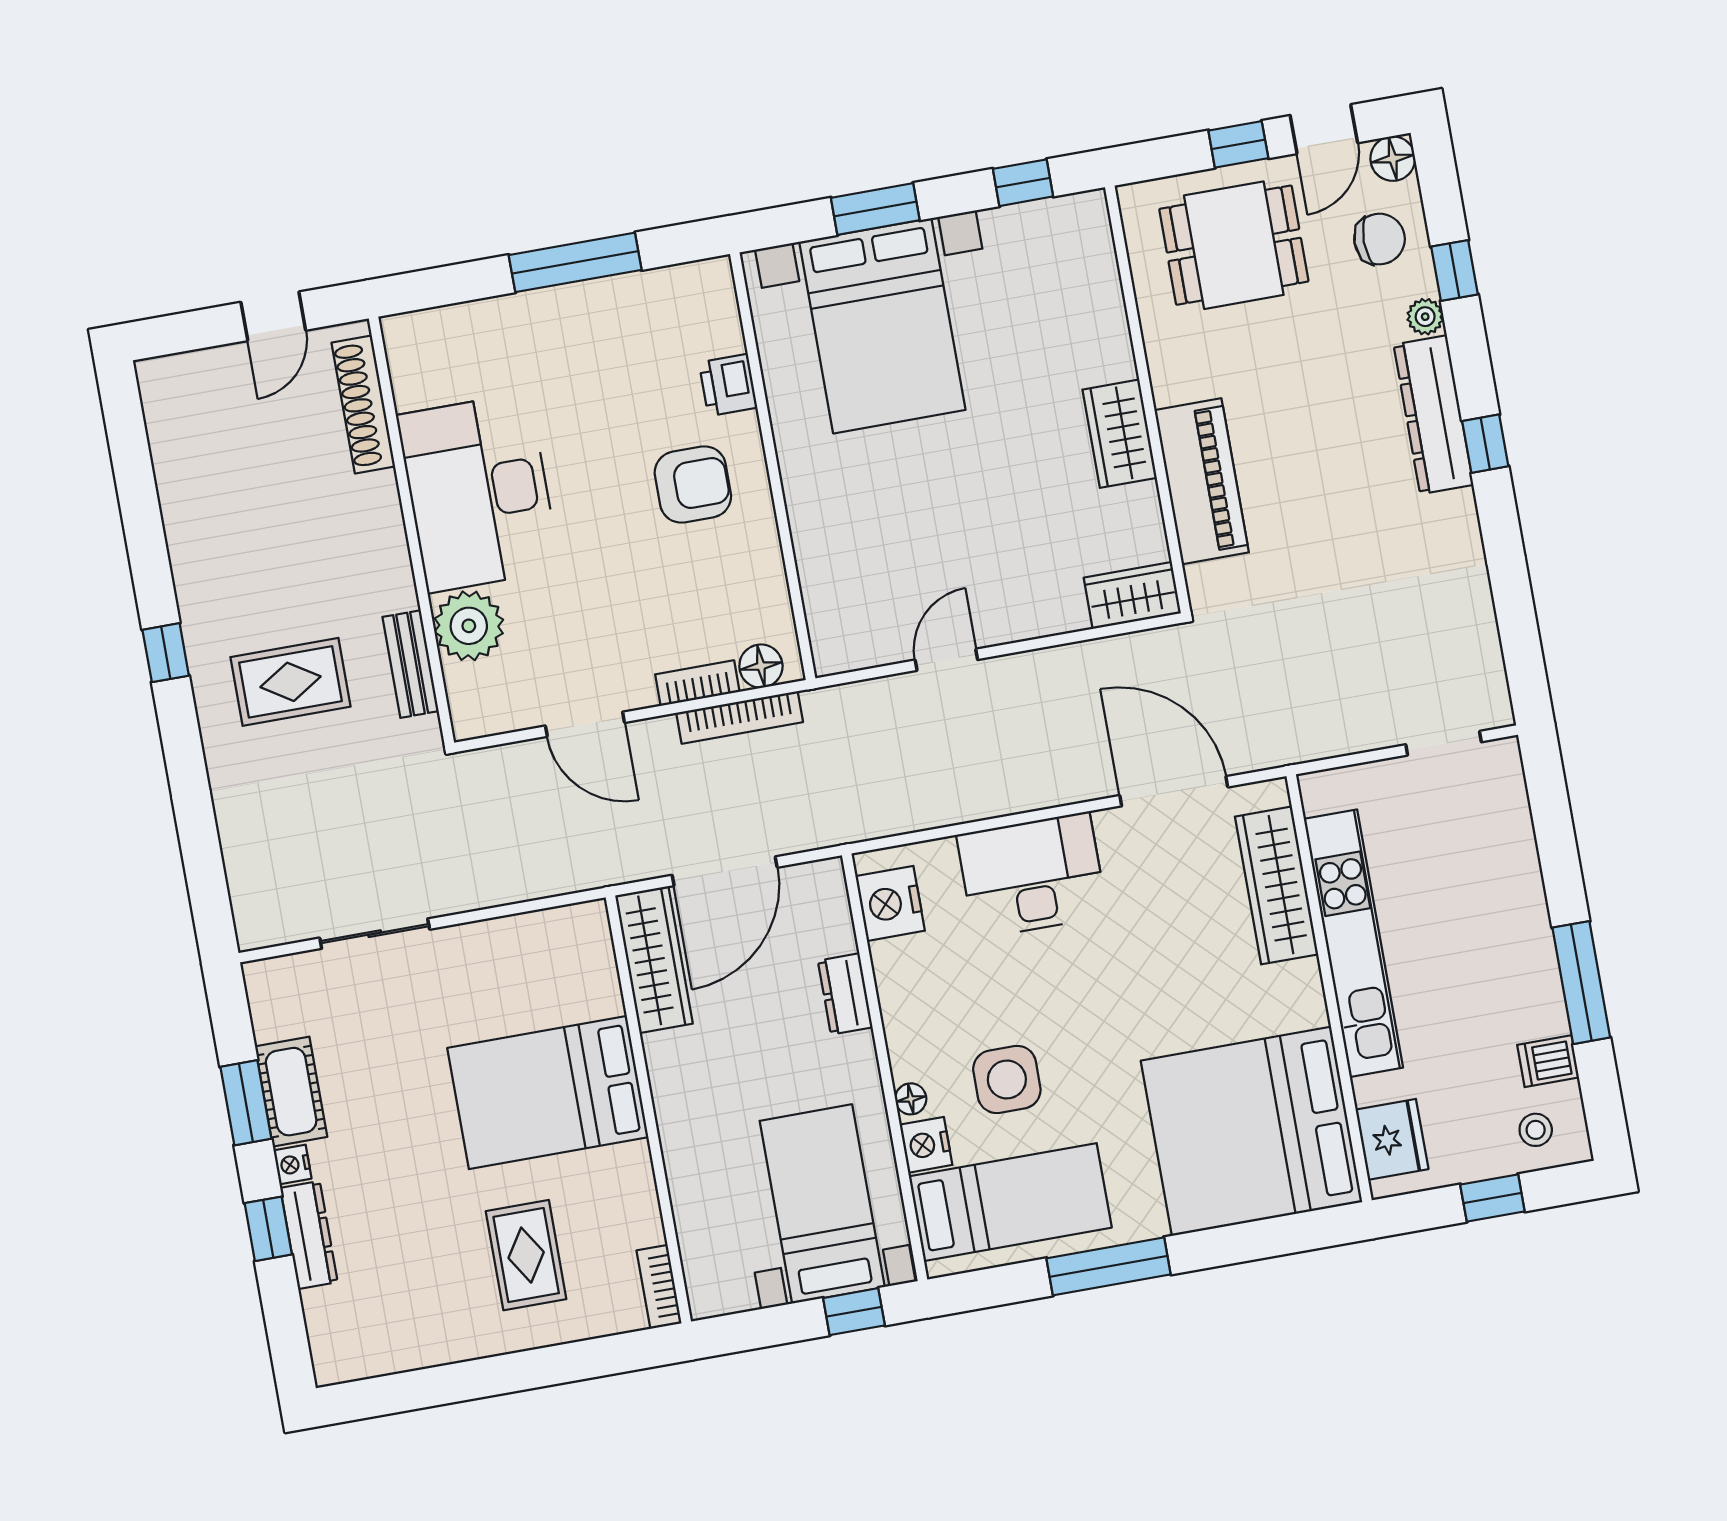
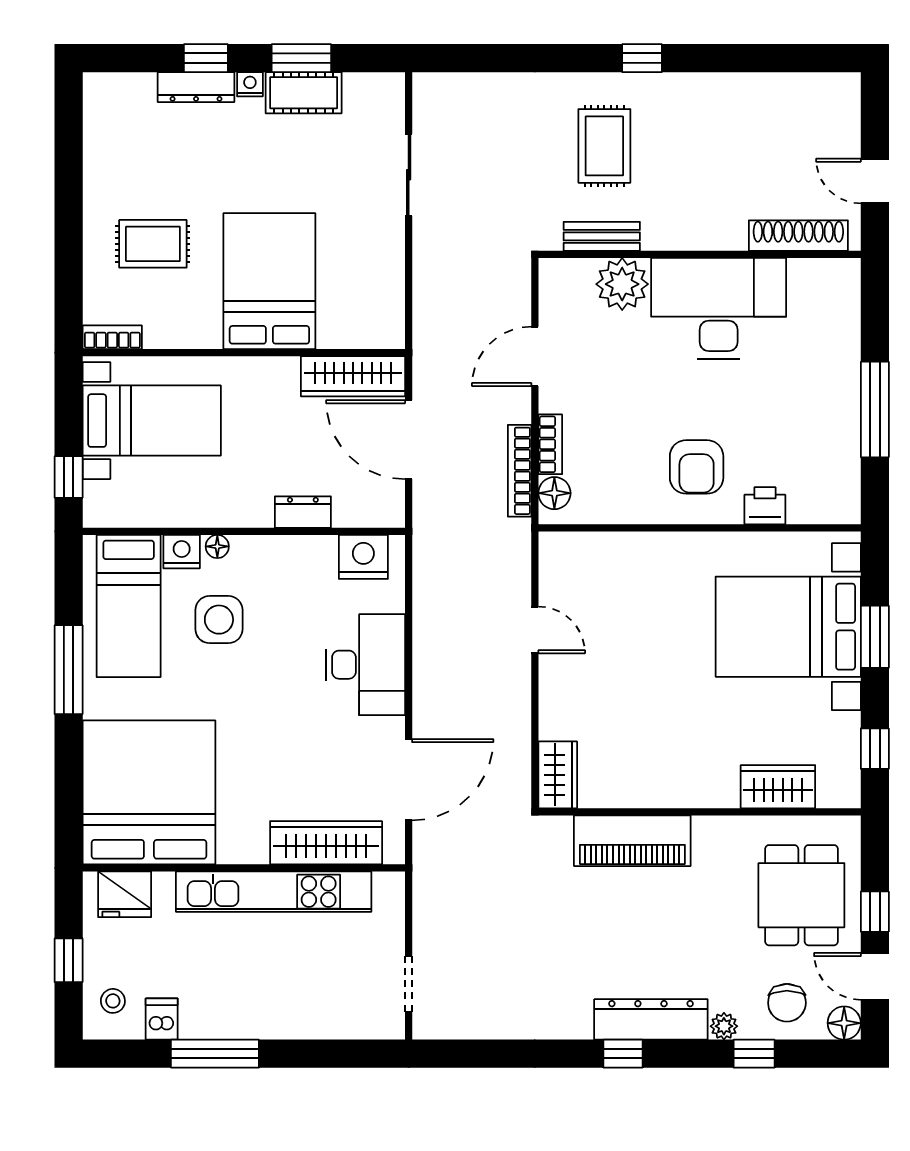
wardrobe: (1120, 434) -> (778, 787), moved
bed with nightstands: (822, 1204) -> (152, 421), moved

